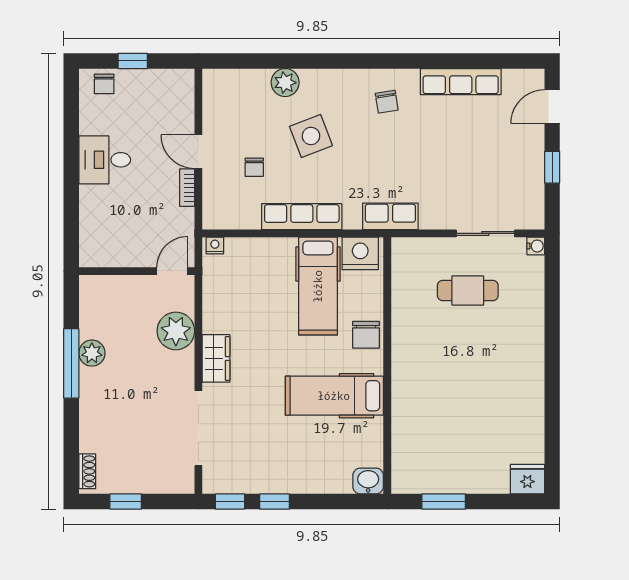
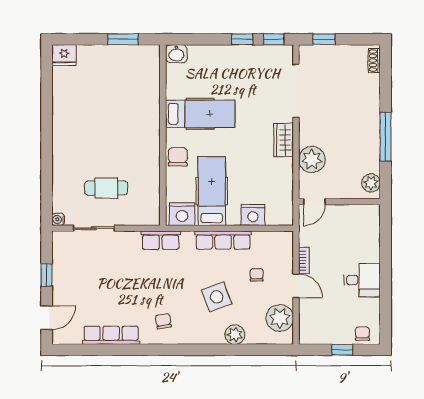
plant: (221, 106) -> (280, 318), added
nightstand: (215, 246) -> (253, 215), moved, width x1.89, depth x1.79
plant: (92, 353) -> (371, 183), moved
window: (126, 502) -> (324, 39), moved

